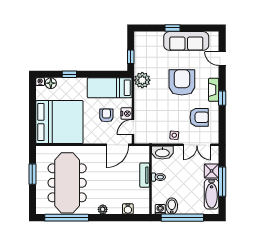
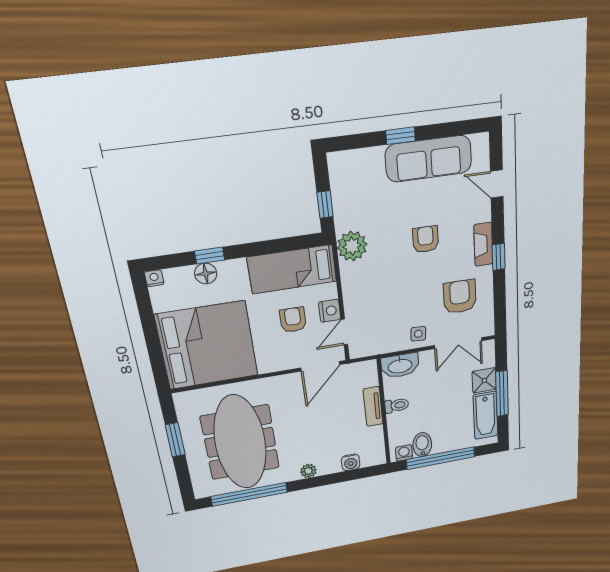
armchair: (182, 82) -> (426, 239), width x0.53, depth x0.53
floor lamp: (51, 83) -> (206, 274), moved
armchair: (199, 117) -> (460, 297), turned -90

